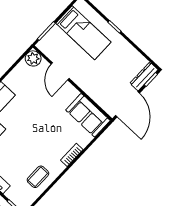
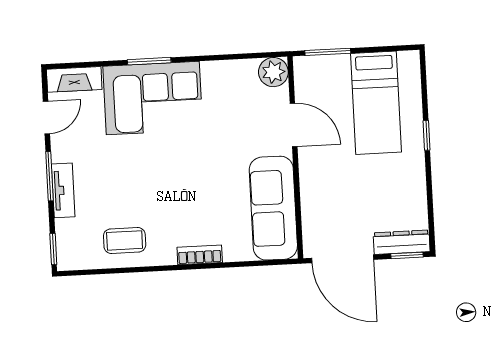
door: (60, 71) -> (294, 125), swing flipped
door: (128, 104) -> (343, 259), hinge flipped
sofa: (88, 115) -> (273, 208), width x1.36

